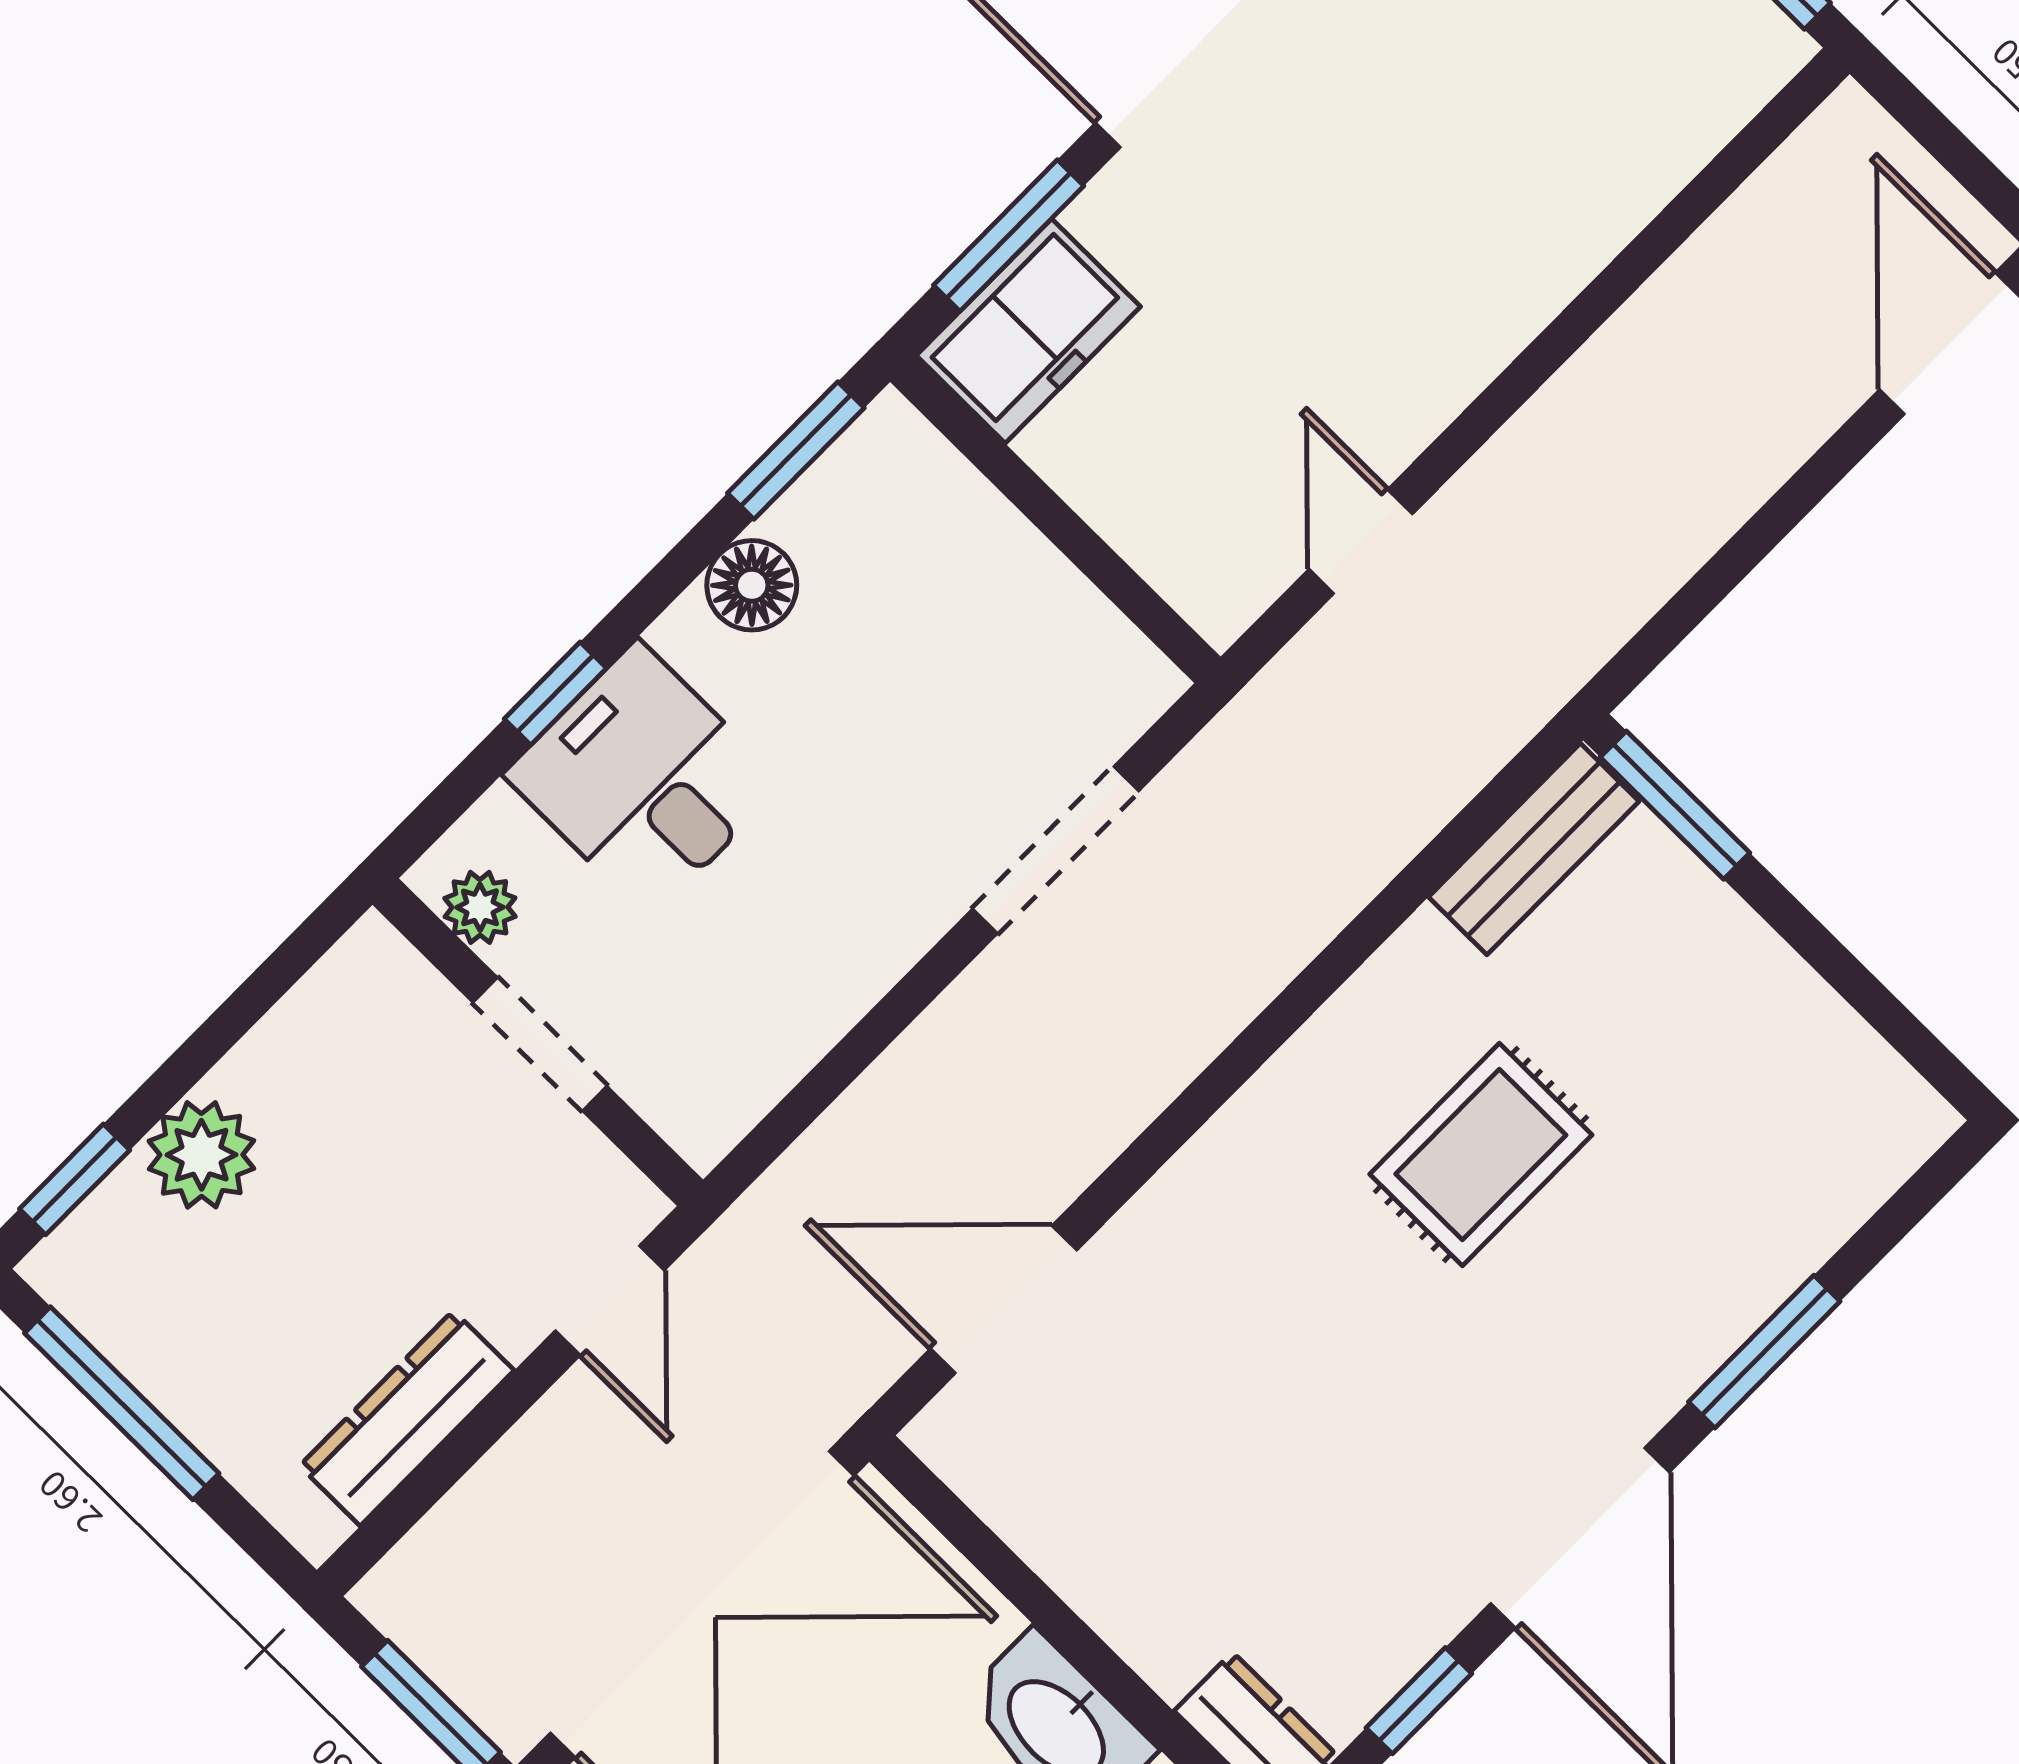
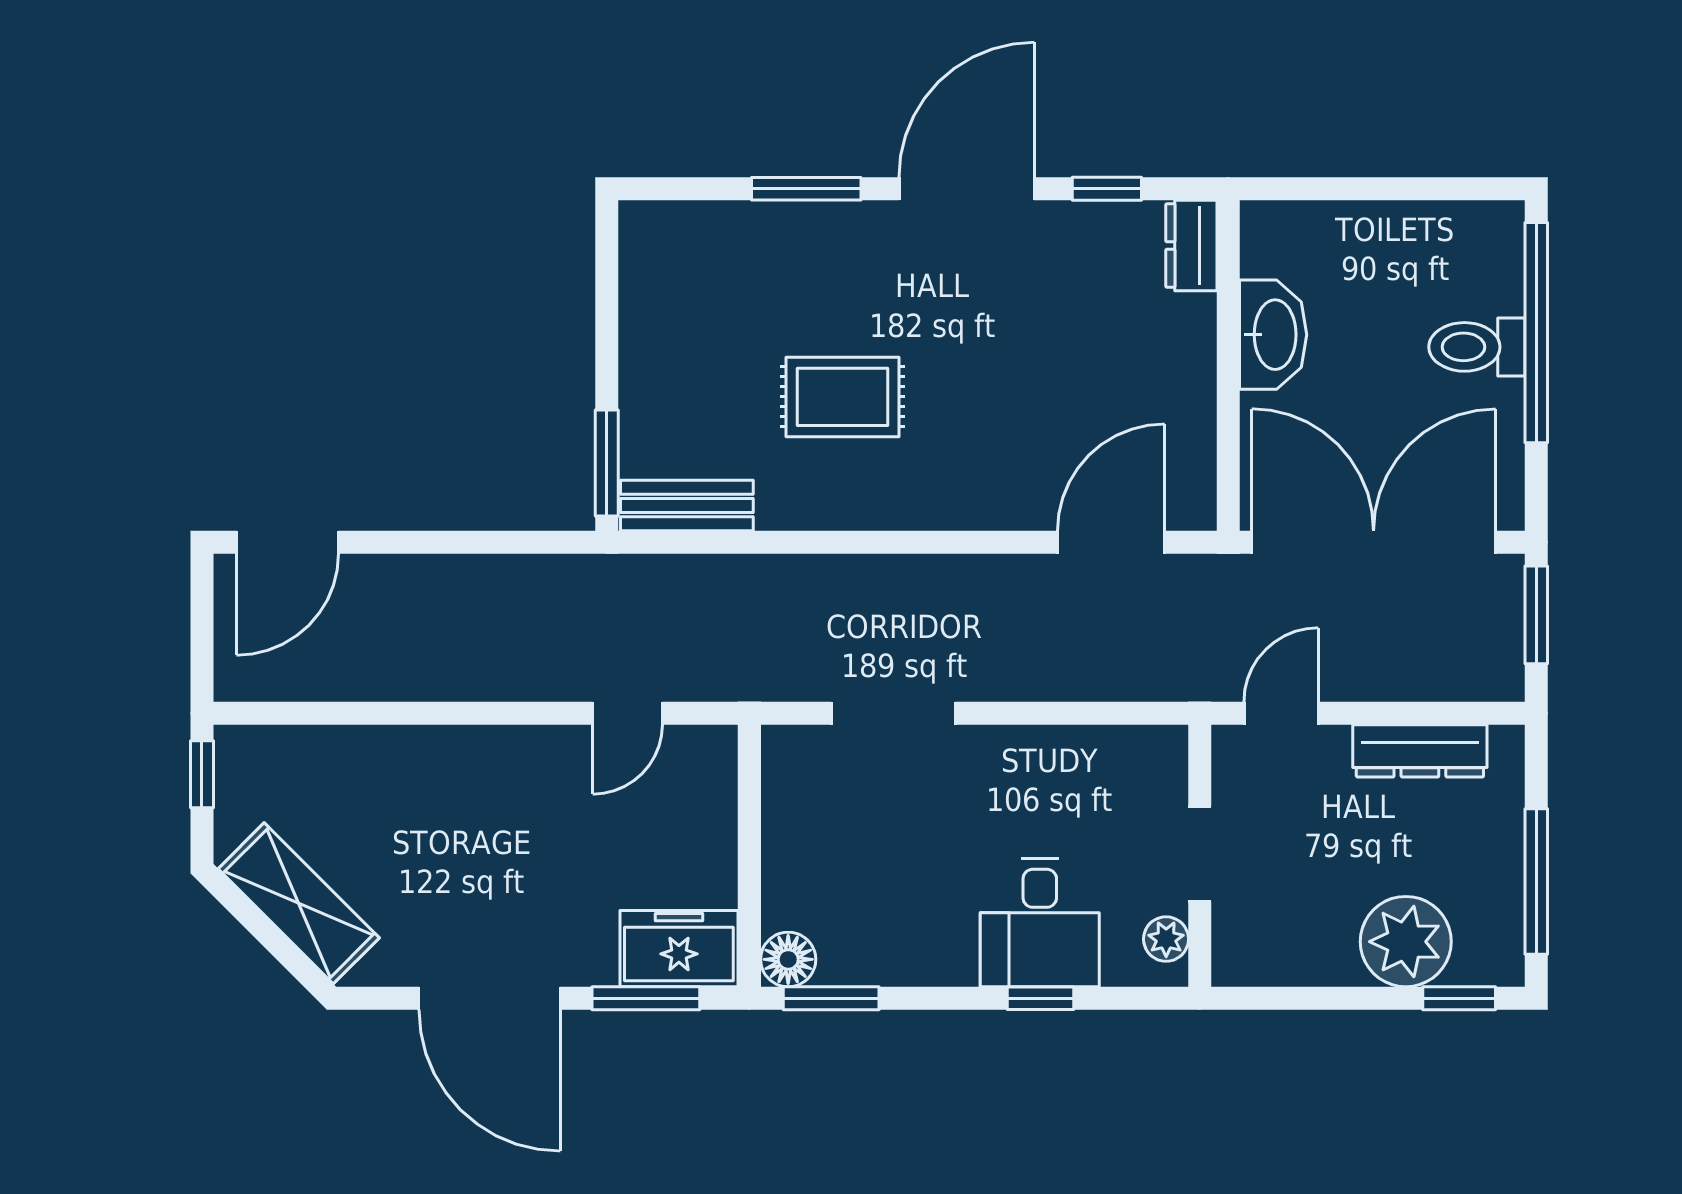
floor lamp: (752, 585) -> (788, 959), moved
plant: (201, 1155) -> (1406, 942), width x1.36, depth x1.36
door: (1004, 1299) -> (1111, 542), swing flipped

